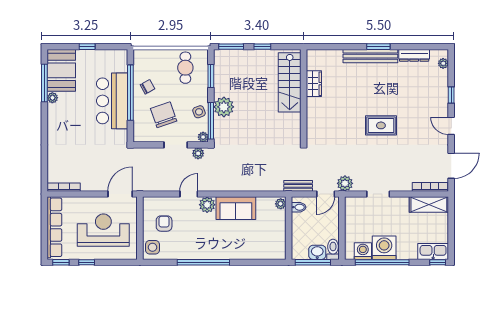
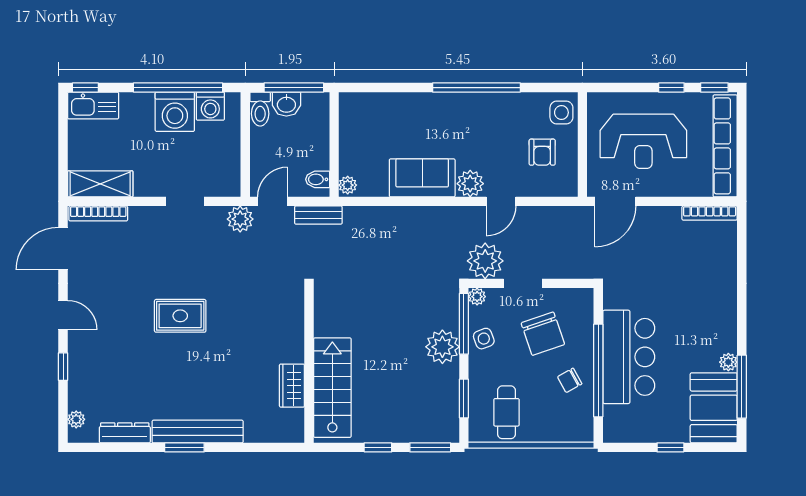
plant: (198, 153) -> (485, 261), width x1.87, depth x1.87

